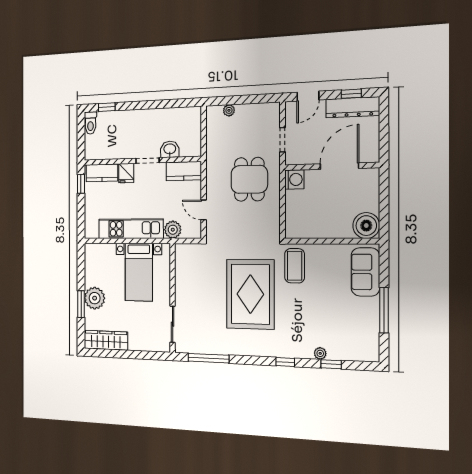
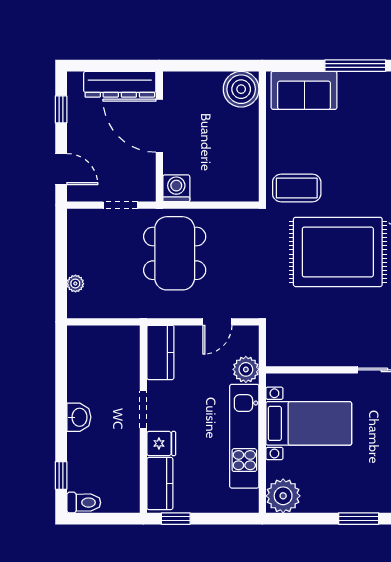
dresser: (353, 107) -> (120, 84), moved, turned 90
washbasin: (170, 149) -> (79, 417), moved, turned 180
dining table: (249, 179) -> (175, 253), width x1.38
plant: (95, 298) -> (283, 496), moved

